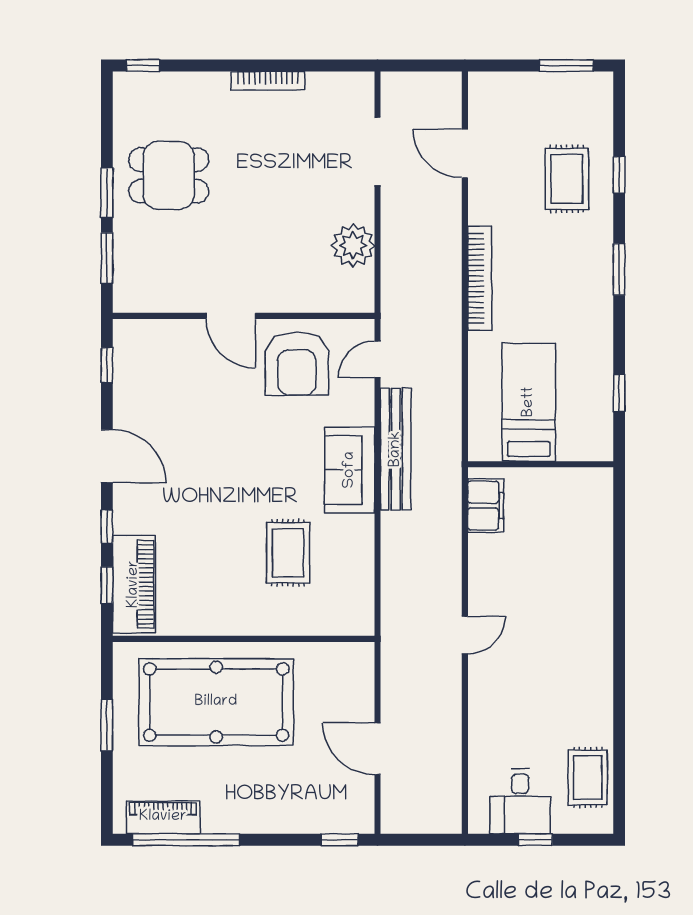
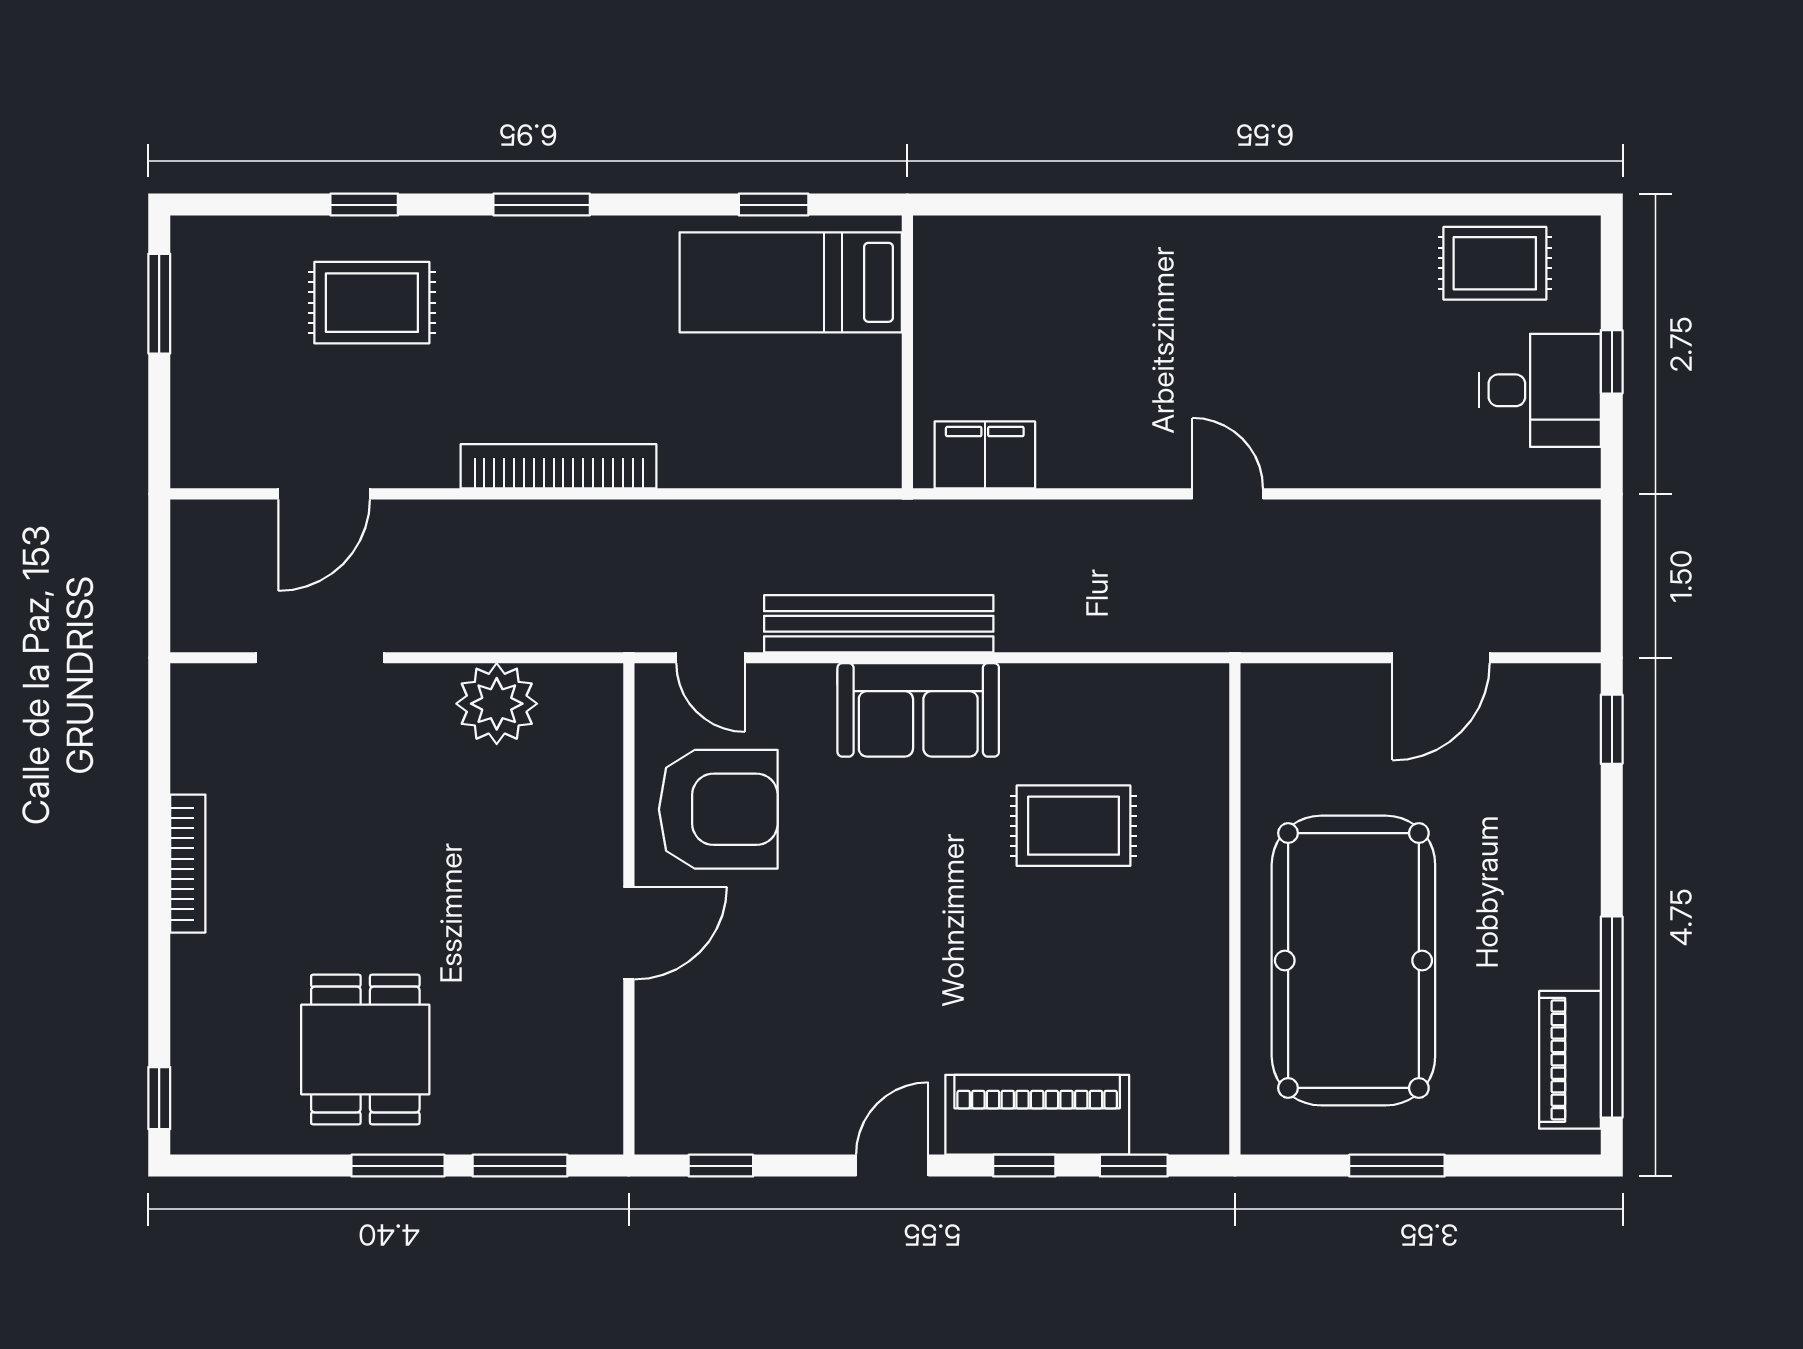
bed: (529, 402) -> (791, 282), moved
door: (107, 456) -> (892, 1166), width x0.73
piano: (134, 584) -> (1037, 1115), moved

